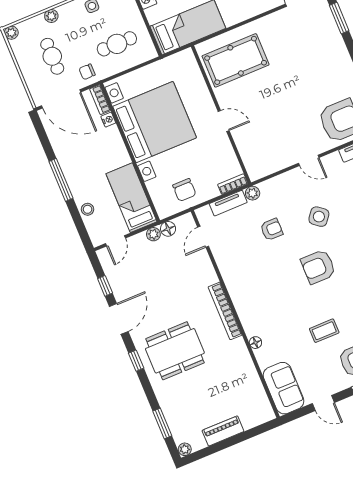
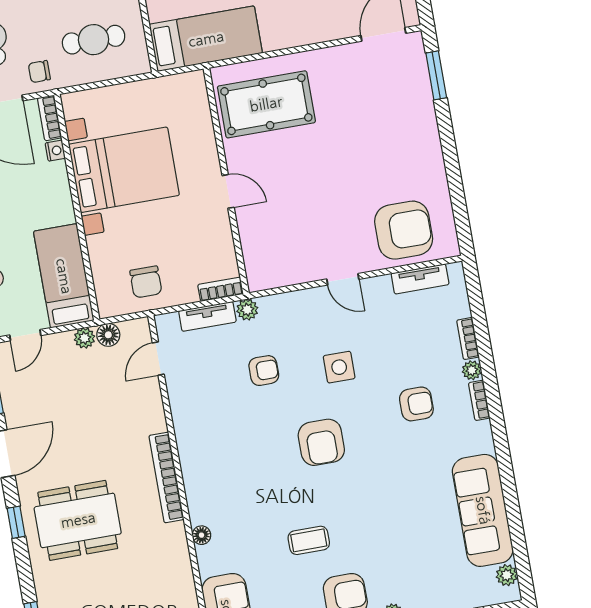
bed with nightstands: (155, 122) -> (124, 170), width x0.73
side table: (319, 217) -> (339, 367), turned -38
armchair: (318, 267) -> (321, 442), turned -90

